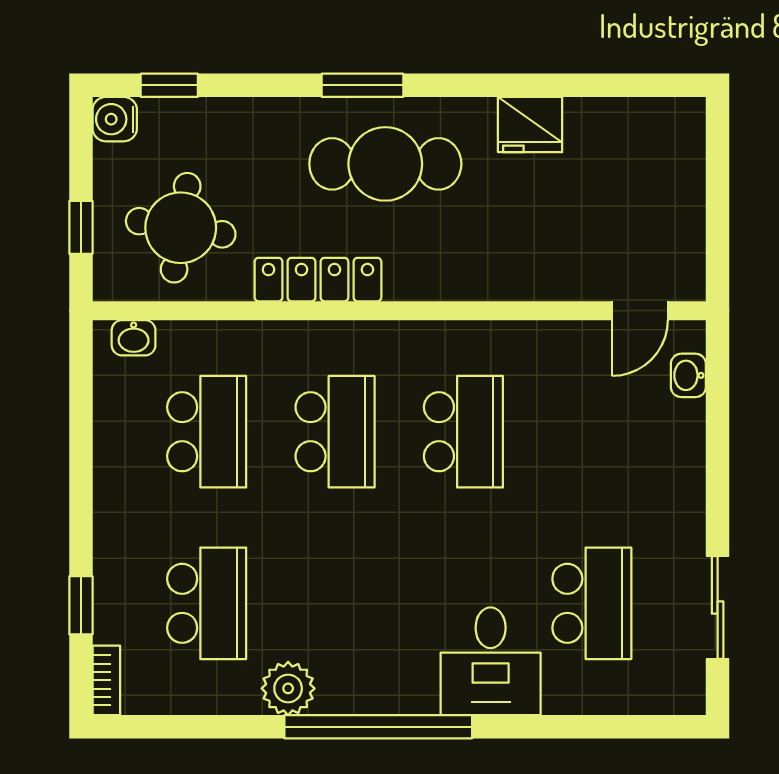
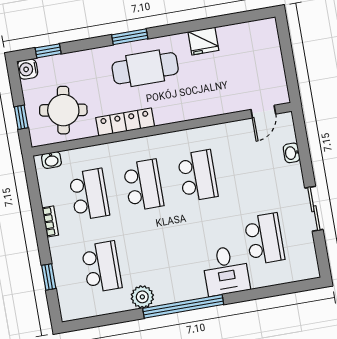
washbasin: (688, 375) -> (292, 153), moved
sliding door: (718, 607) -> (314, 209), moved
bookcase: (106, 680) -> (50, 221), moved

